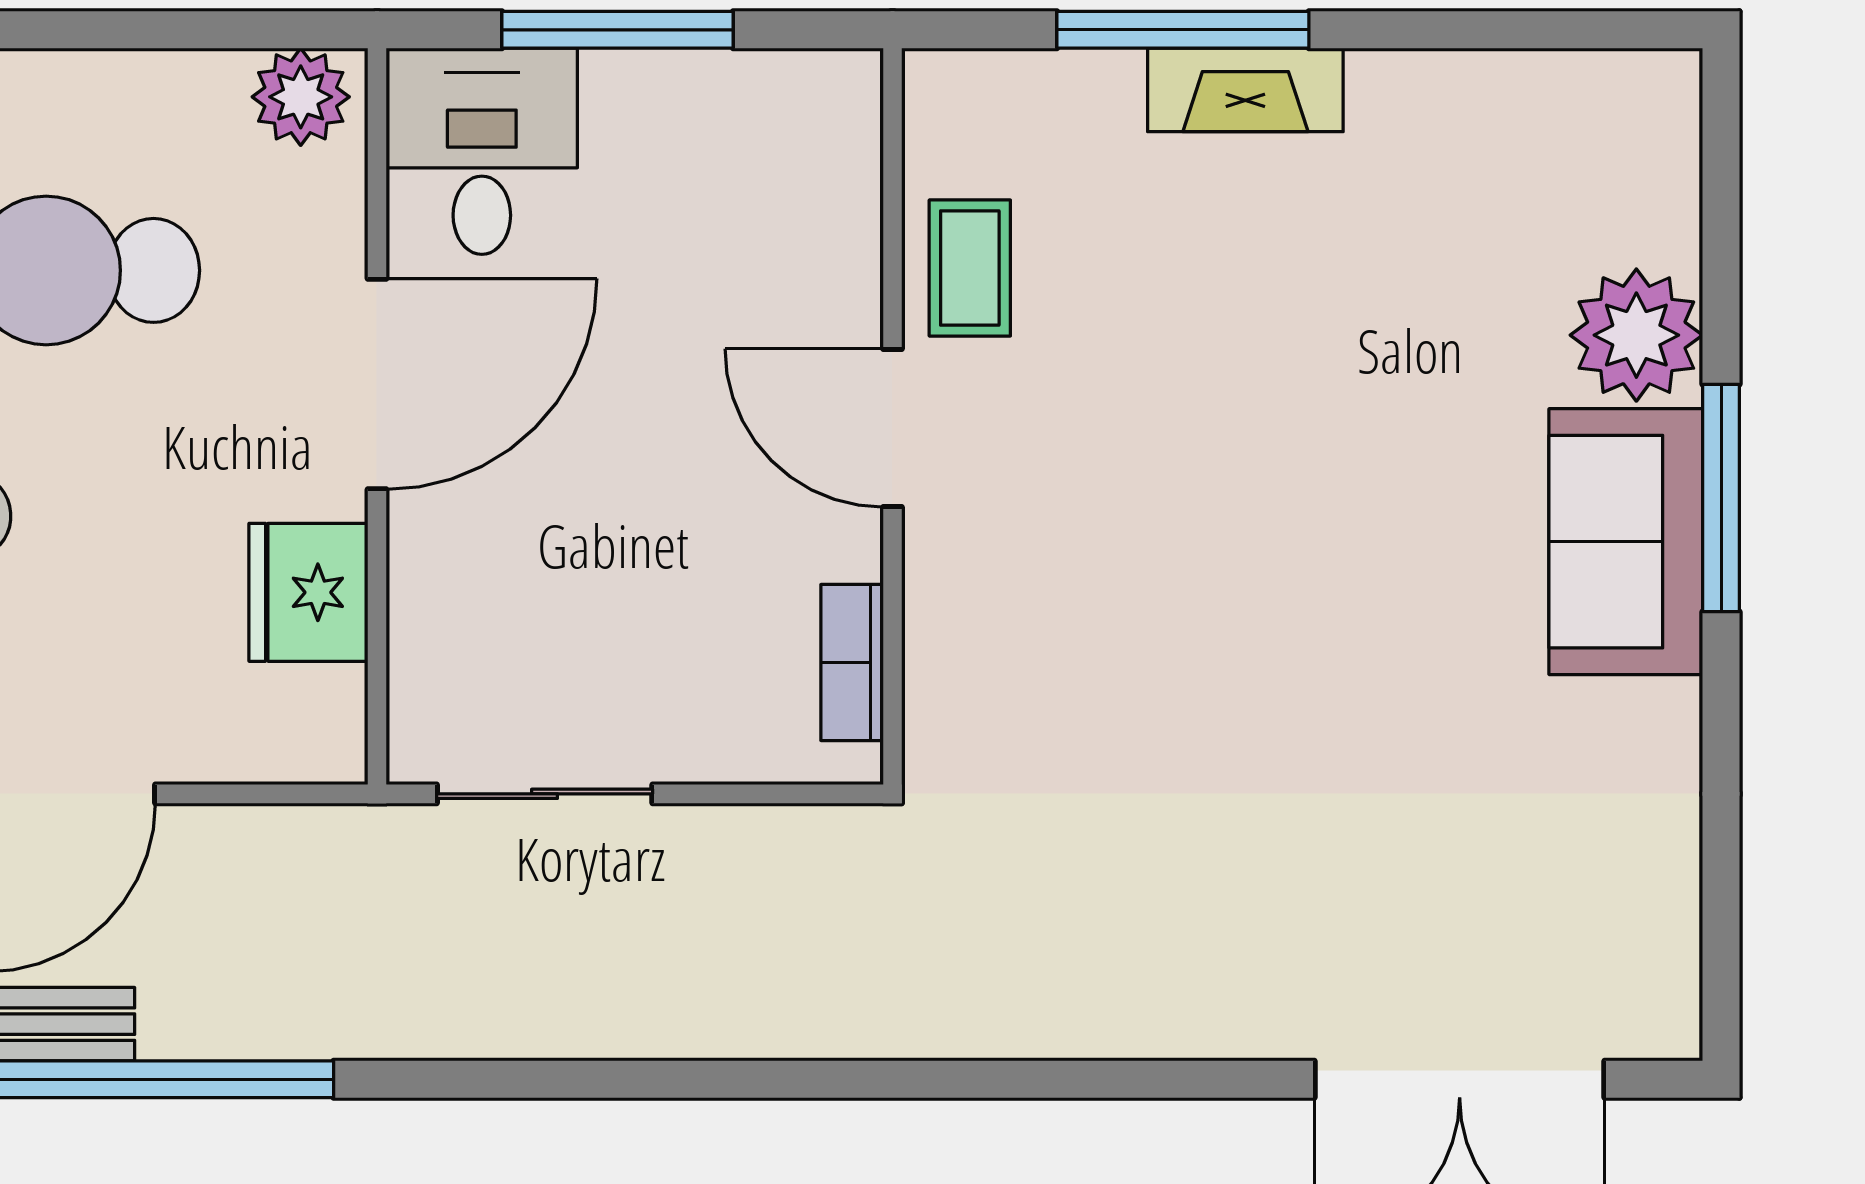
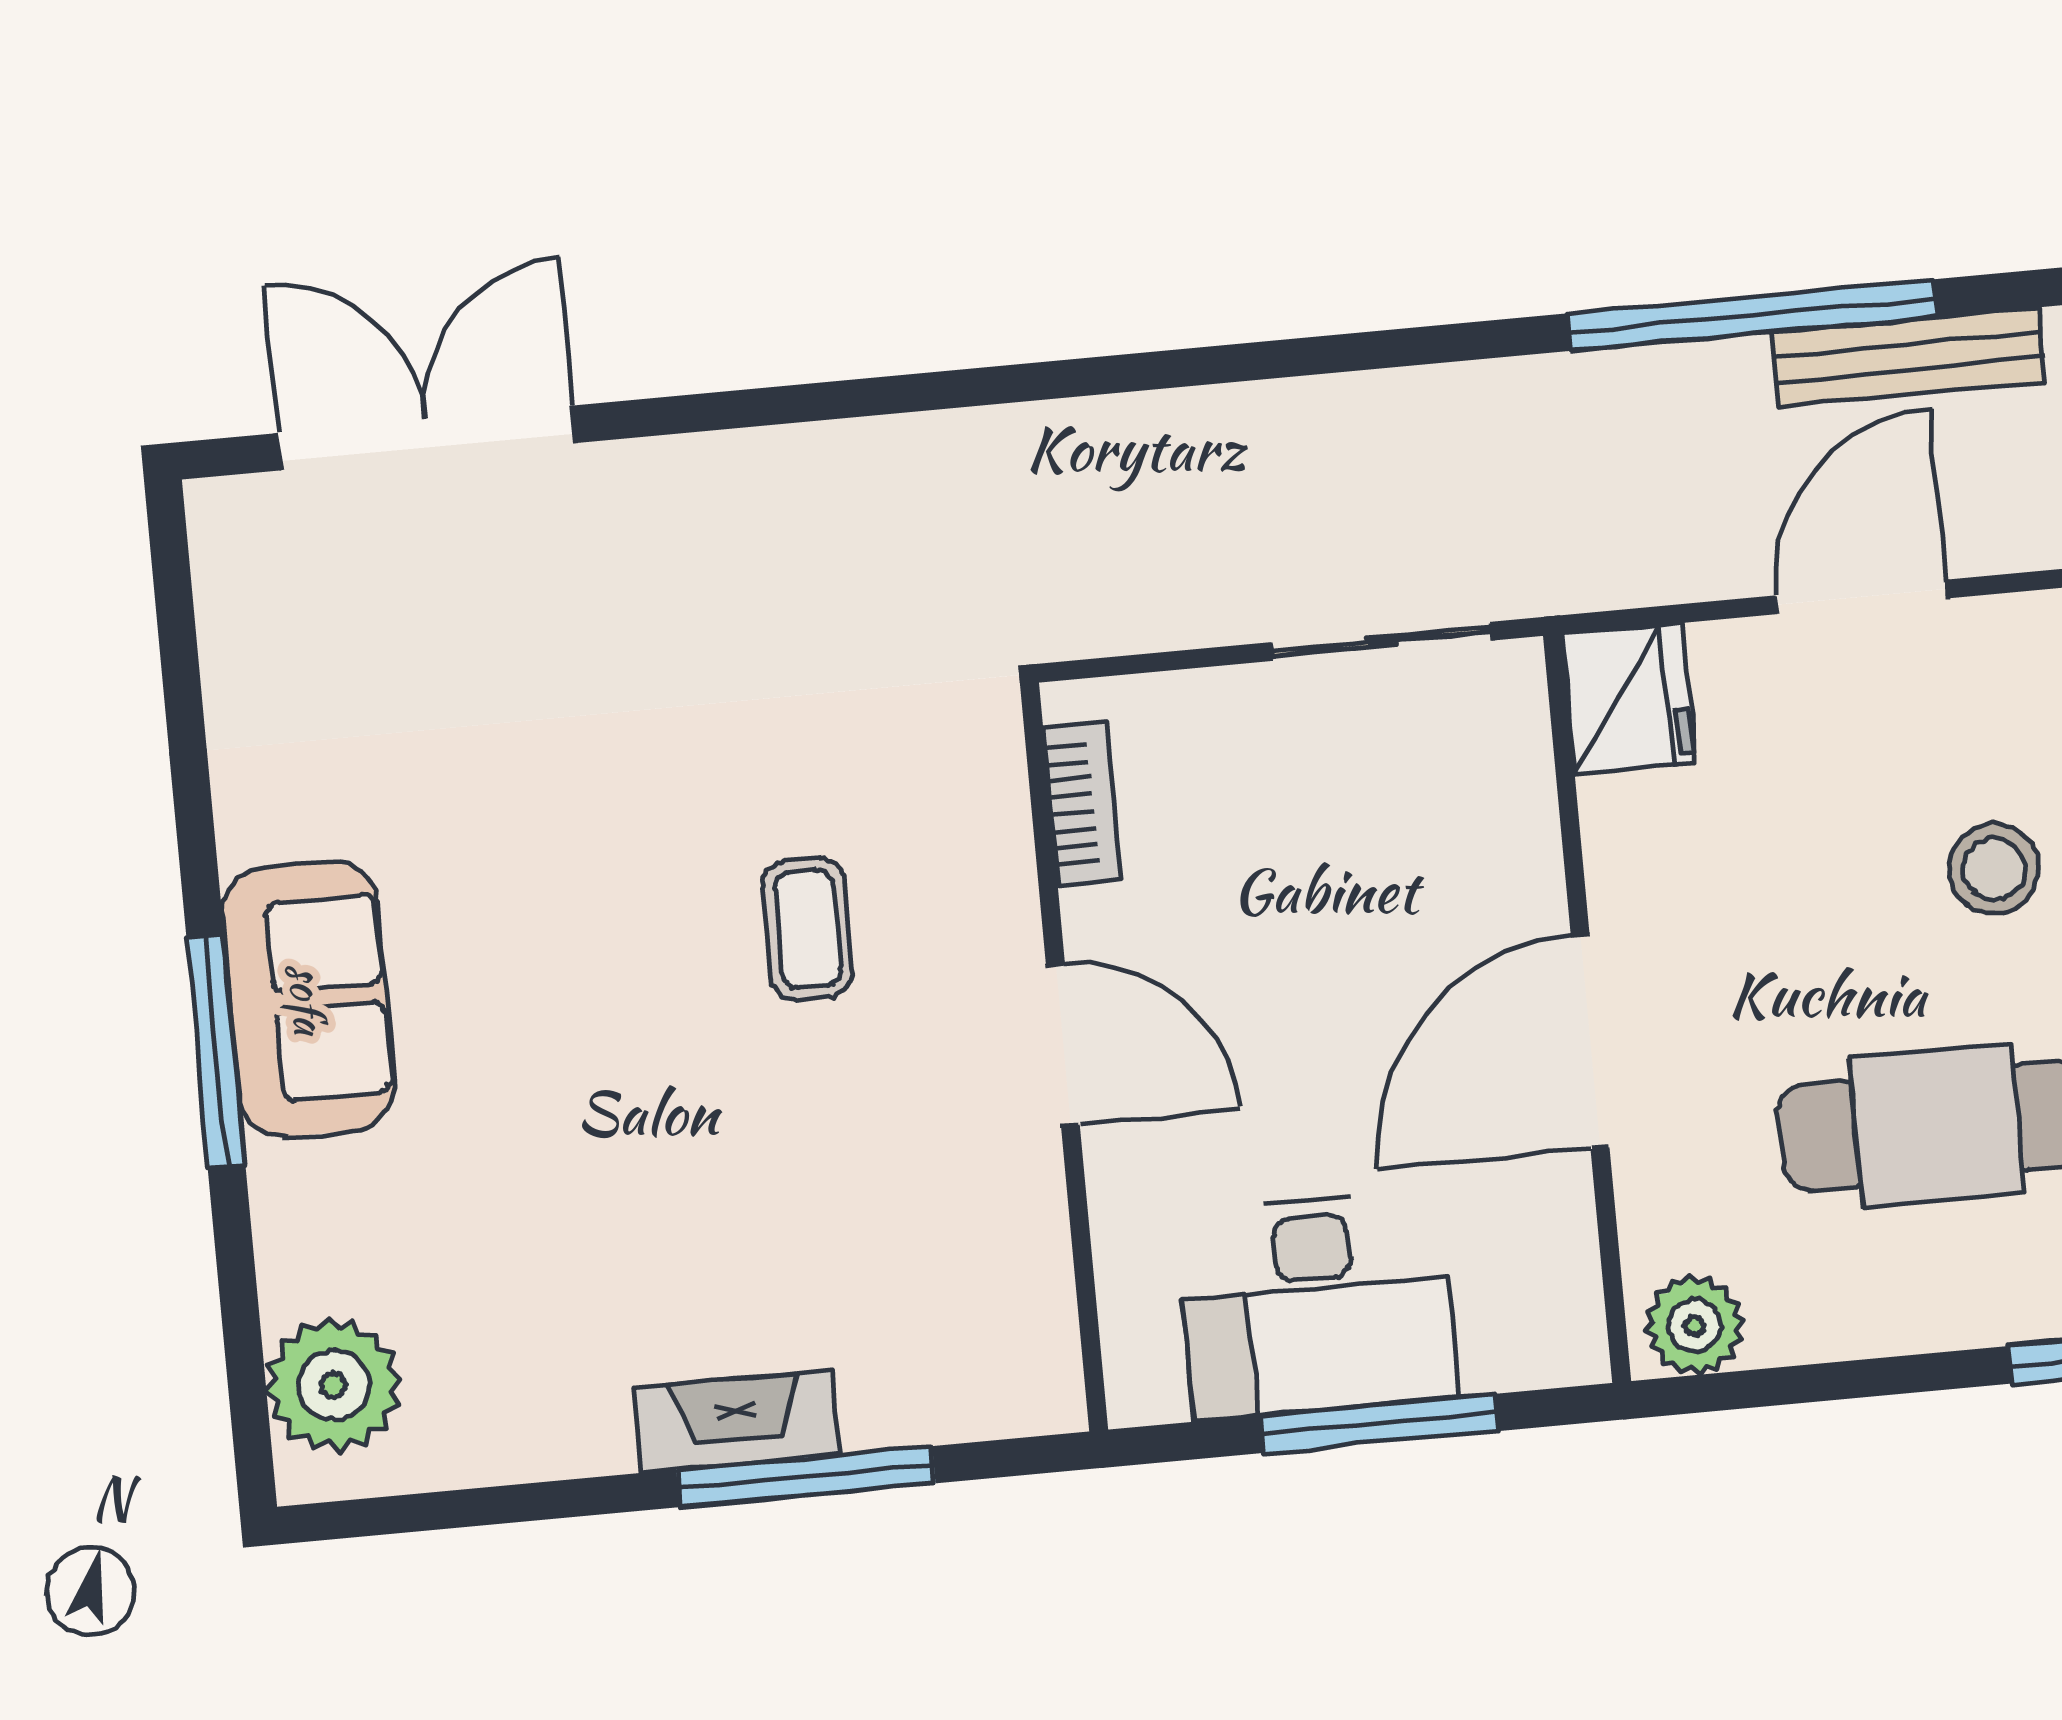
desk: (482, 151) -> (1317, 1305), moved, width x1.37
coffee table: (970, 268) -> (807, 929), moved
plant: (1636, 335) -> (333, 1385), moved
fridge: (308, 592) -> (1628, 699), moved

